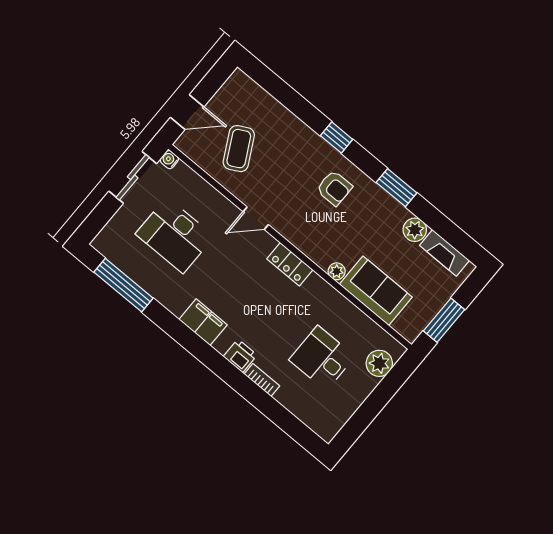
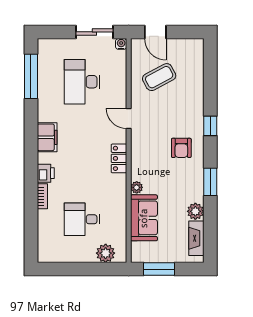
desk: (322, 358) -> (82, 219), turned -90

